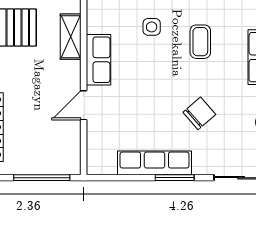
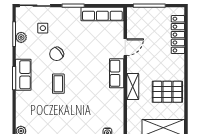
side table: (152, 27) -> (43, 28), moved
chair: (199, 113) -> (57, 54), moved
row of seats: (155, 163) -> (102, 14), moved

